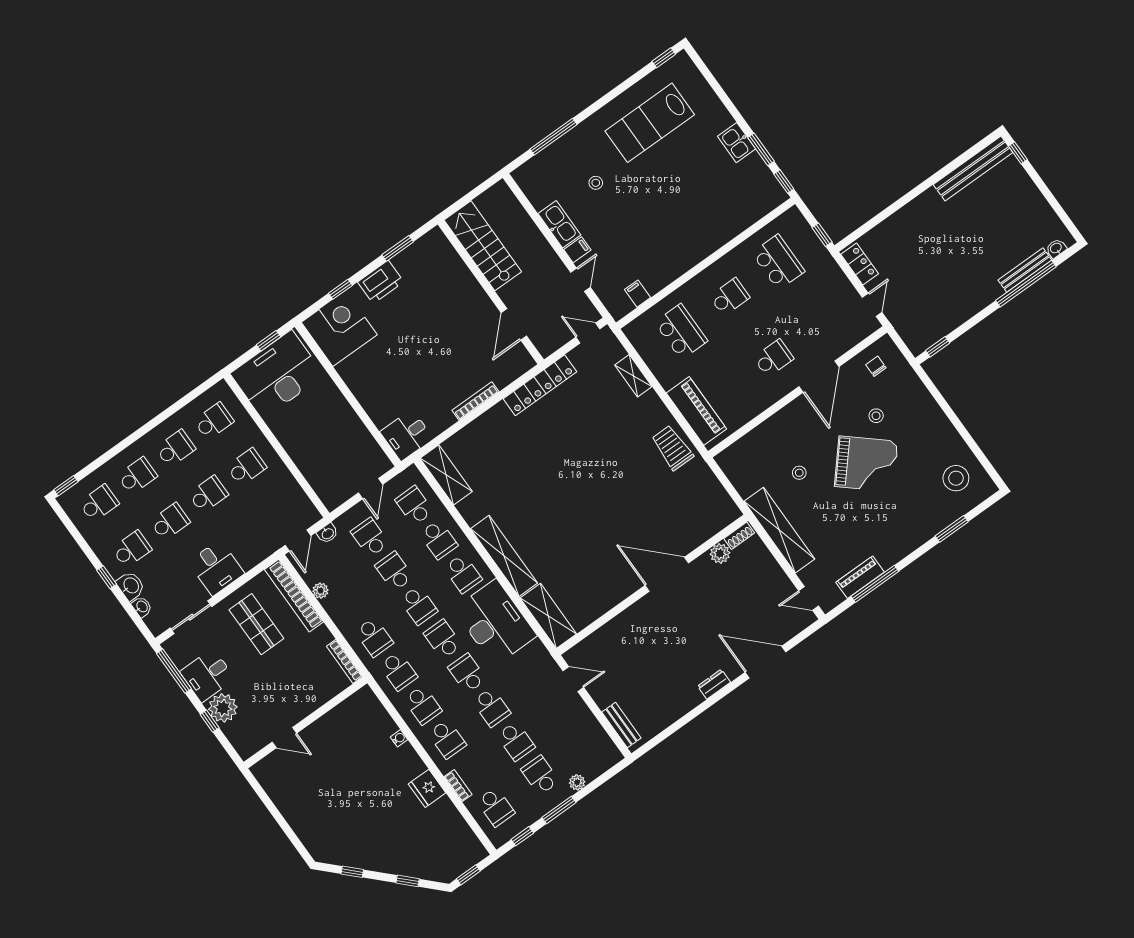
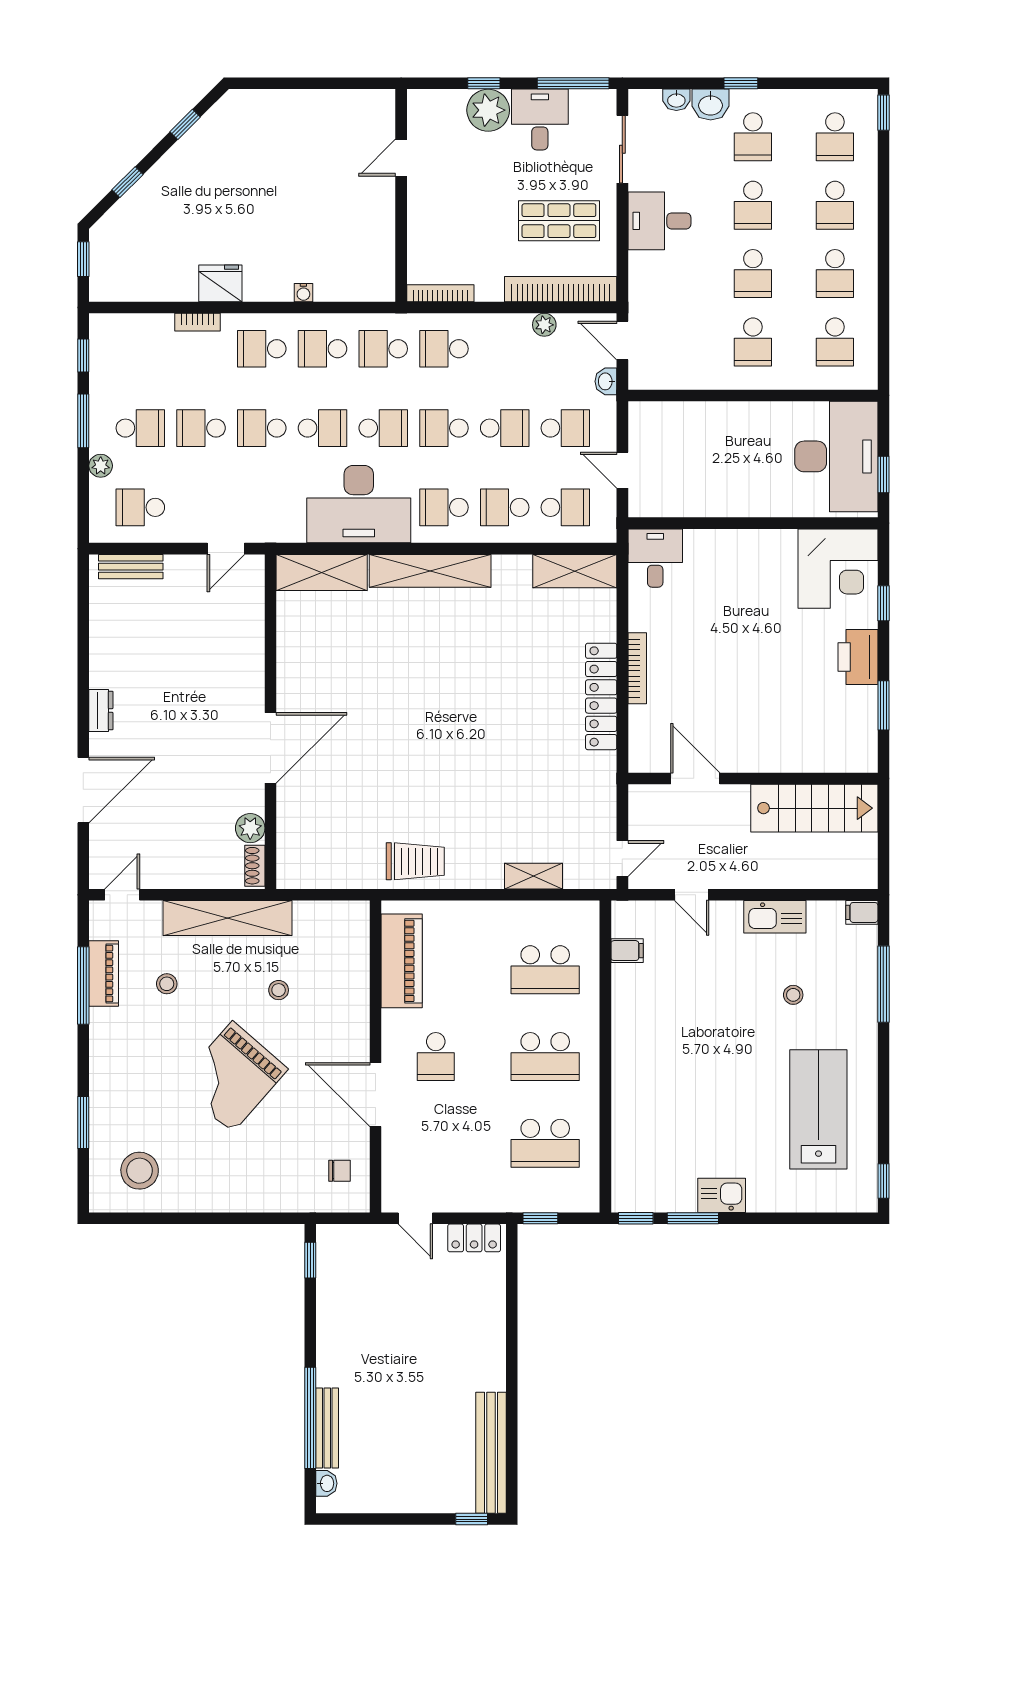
filing cabinet: (577, 250) -> (862, 912), moved, turned 90
school desk: (730, 297) -> (545, 1057), width x1.85
locker: (540, 385) -> (601, 696), moved
piano: (696, 411) -> (402, 961), moved, turned -90
stool: (876, 416) -> (167, 984), moved
school desk: (496, 807) -> (140, 507), moved

